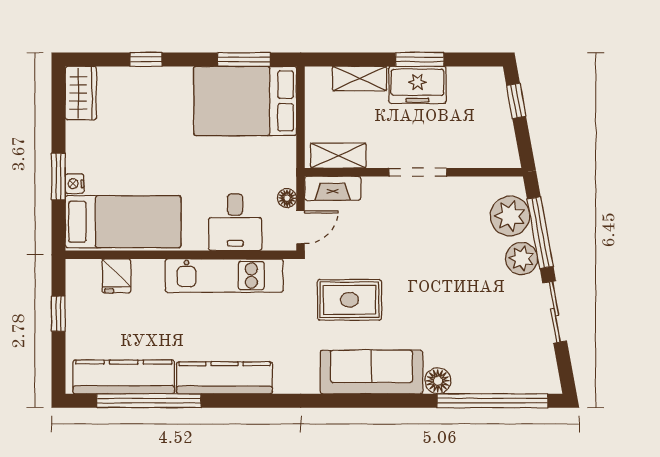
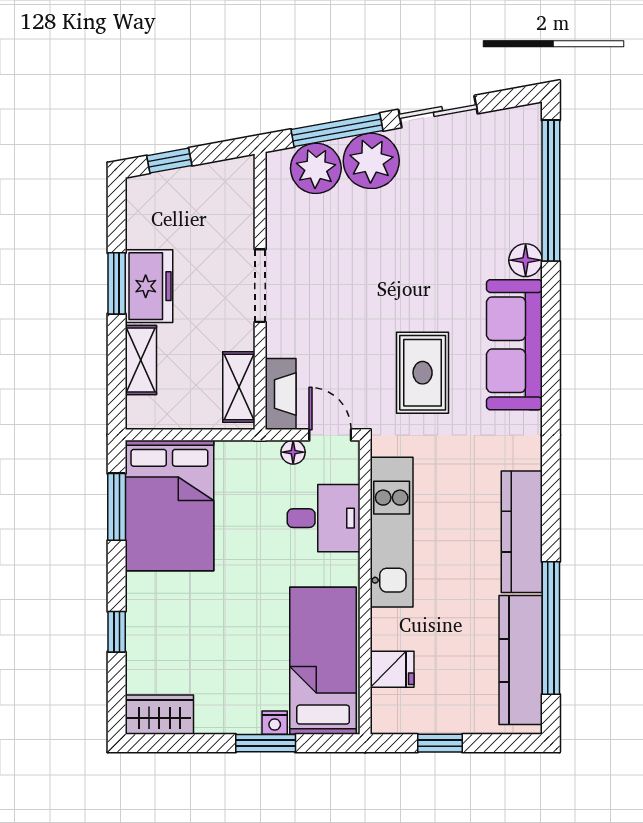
plant: (522, 258) -> (371, 161), width x1.36, depth x1.36

